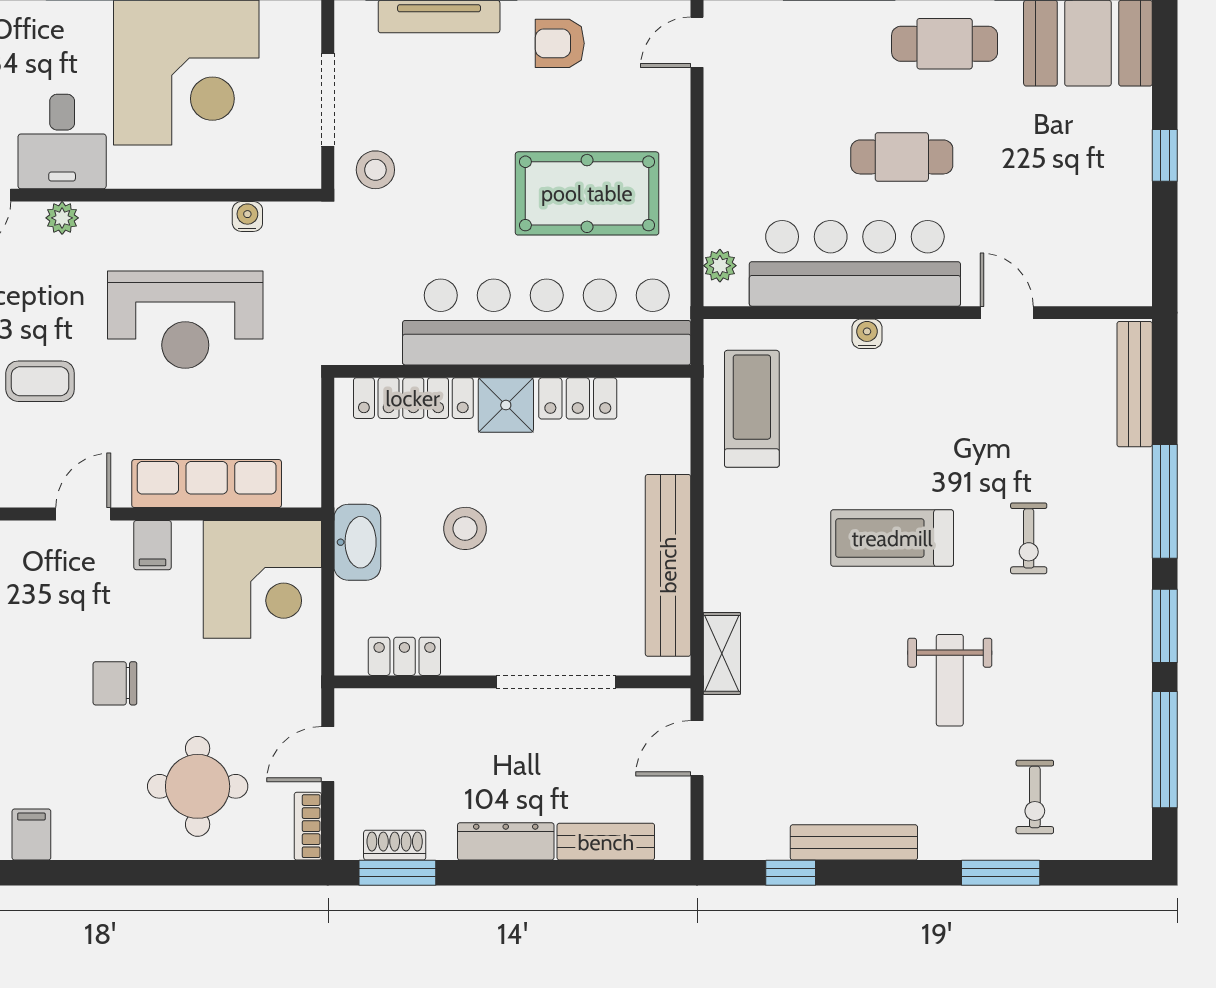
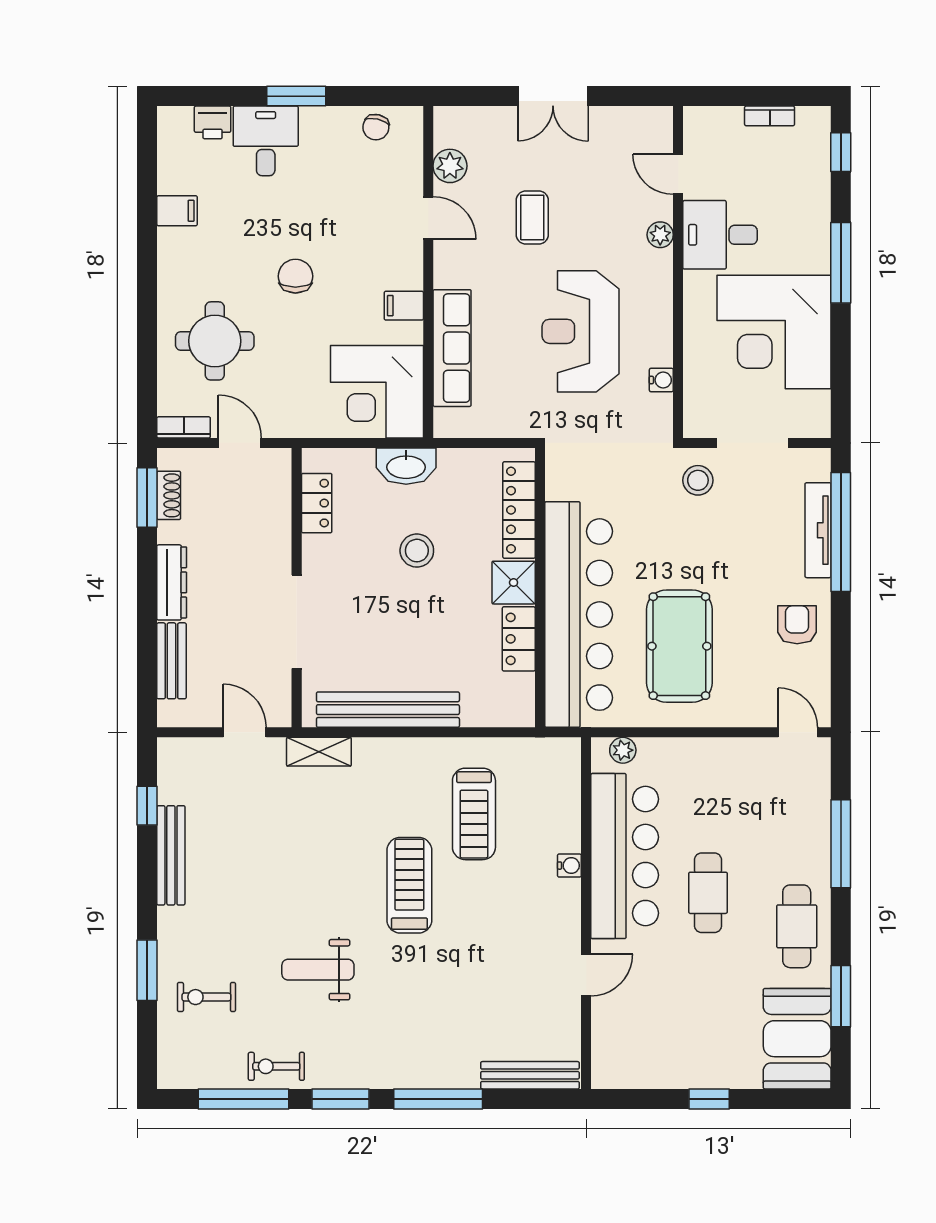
treadmill: (752, 409) -> (474, 814), moved, turned 90
door: (83, 514) -> (428, 218), moved
exercise bike: (1029, 538) -> (276, 1066), moved
weight bench: (950, 680) -> (318, 970), moved

